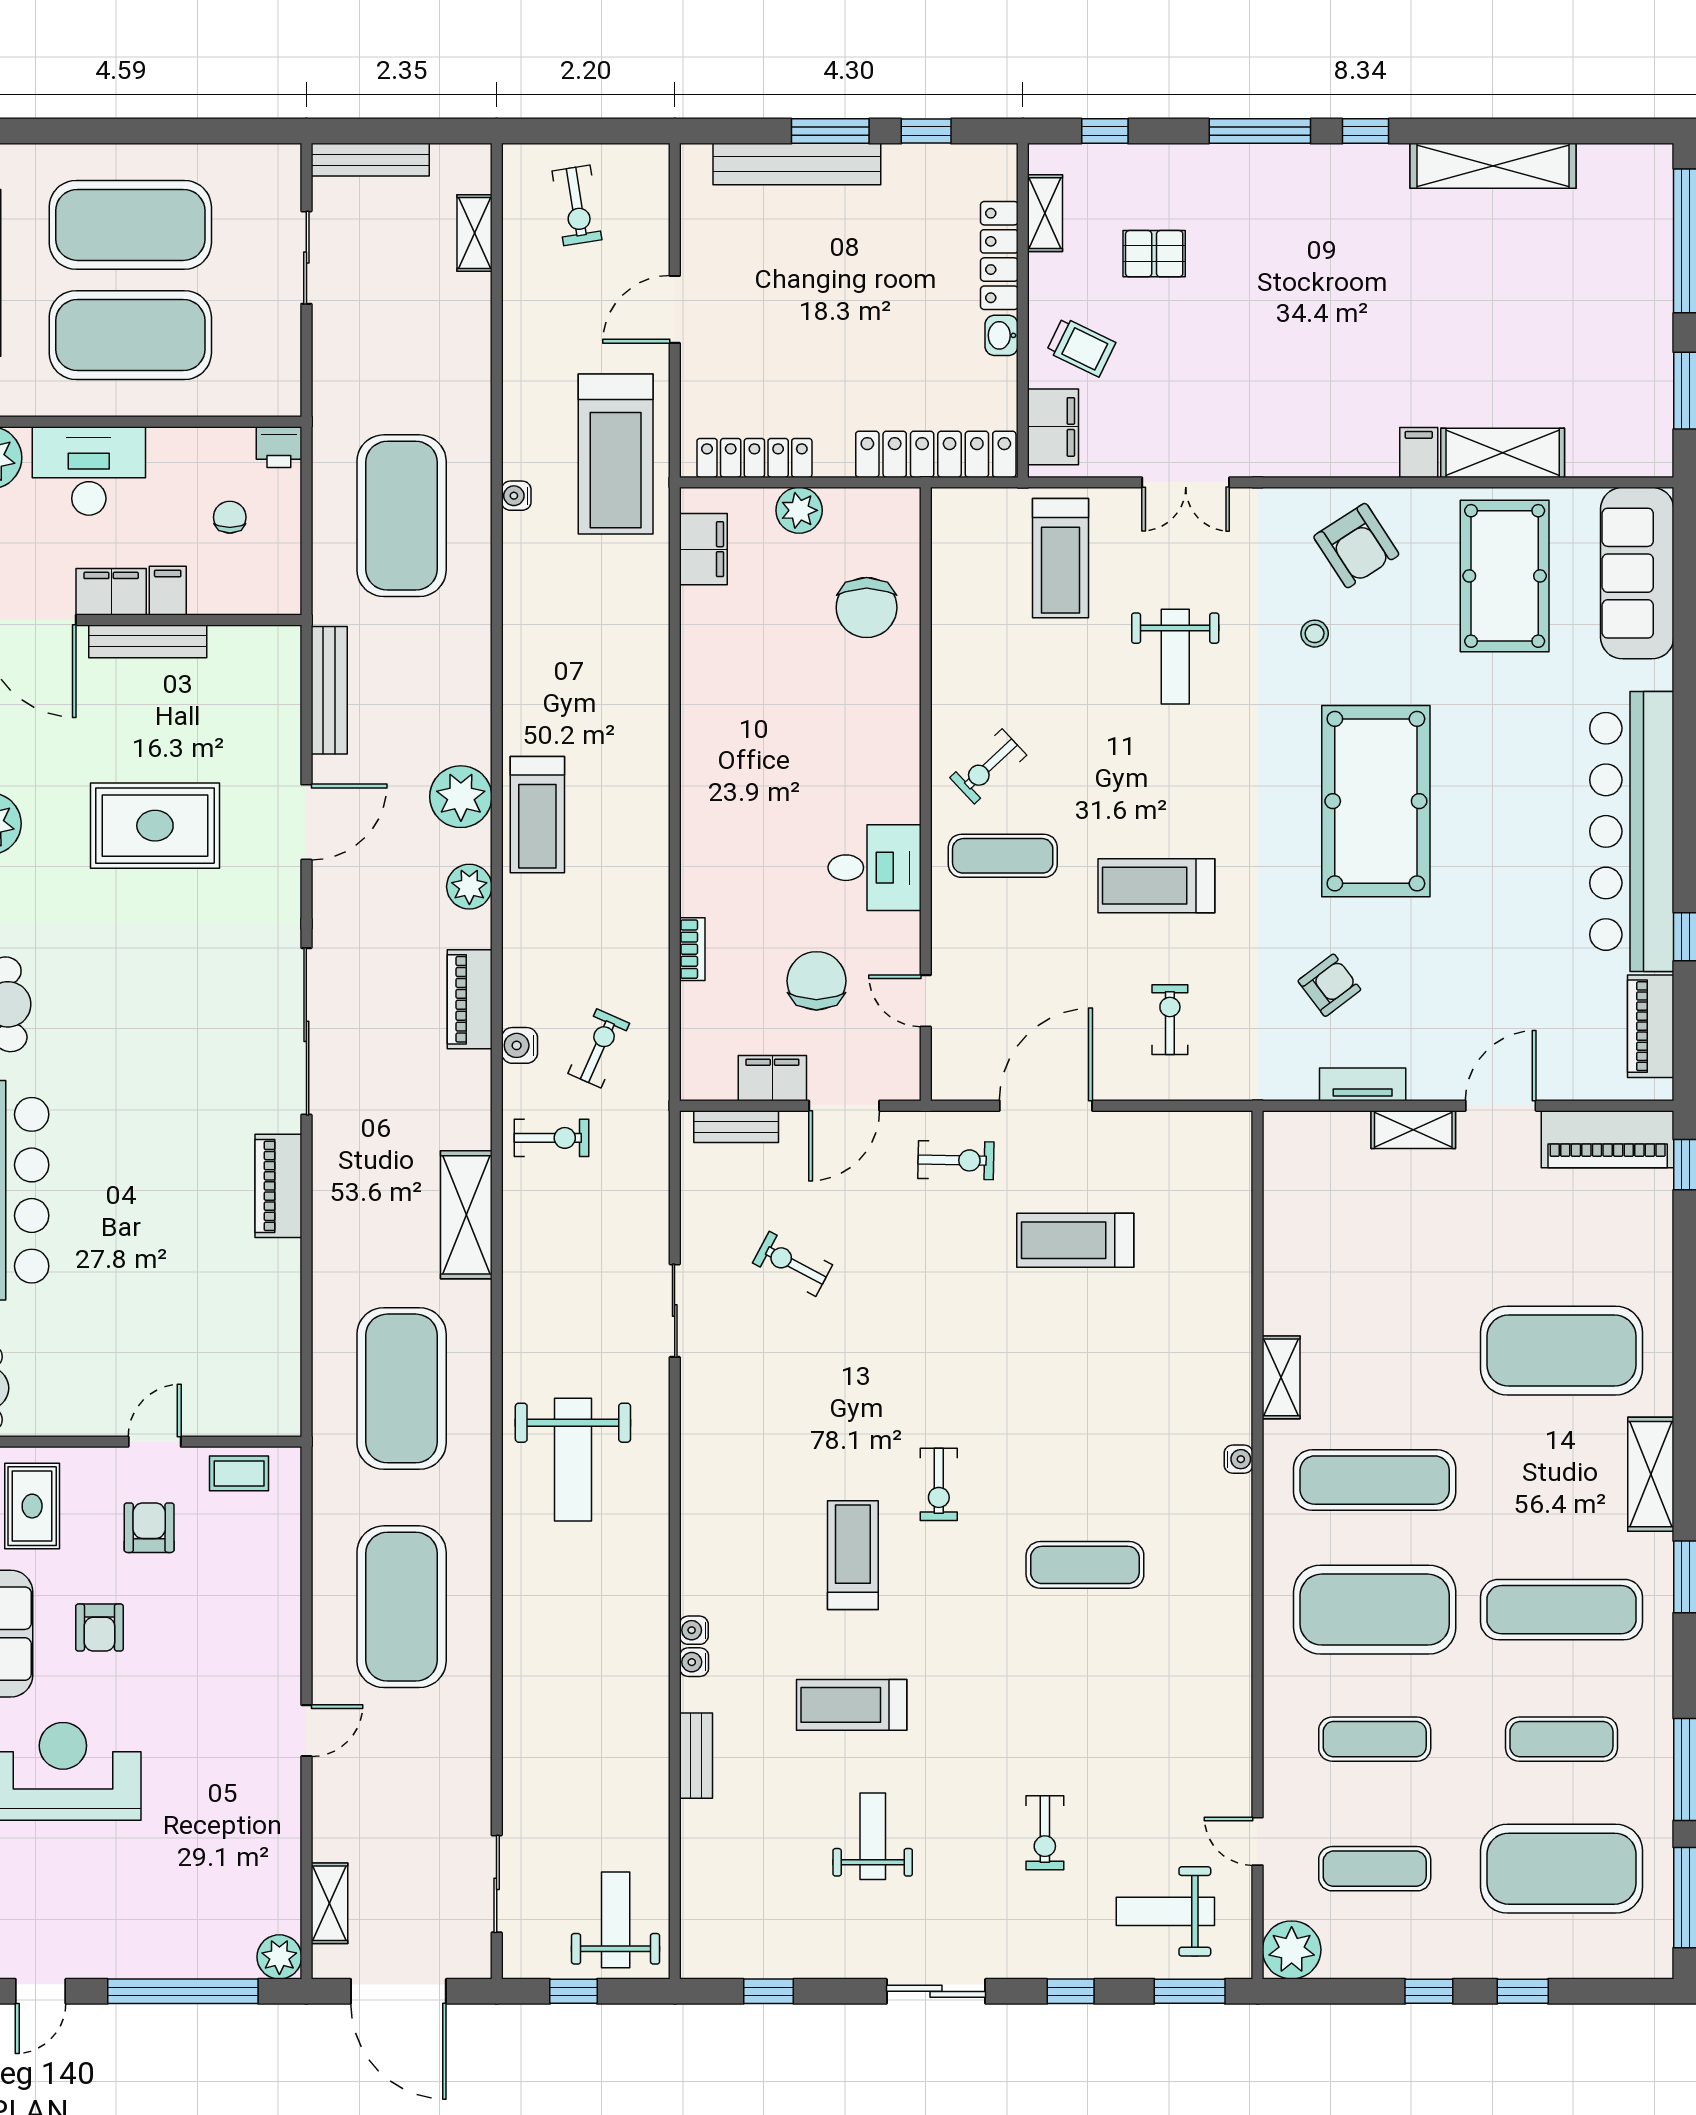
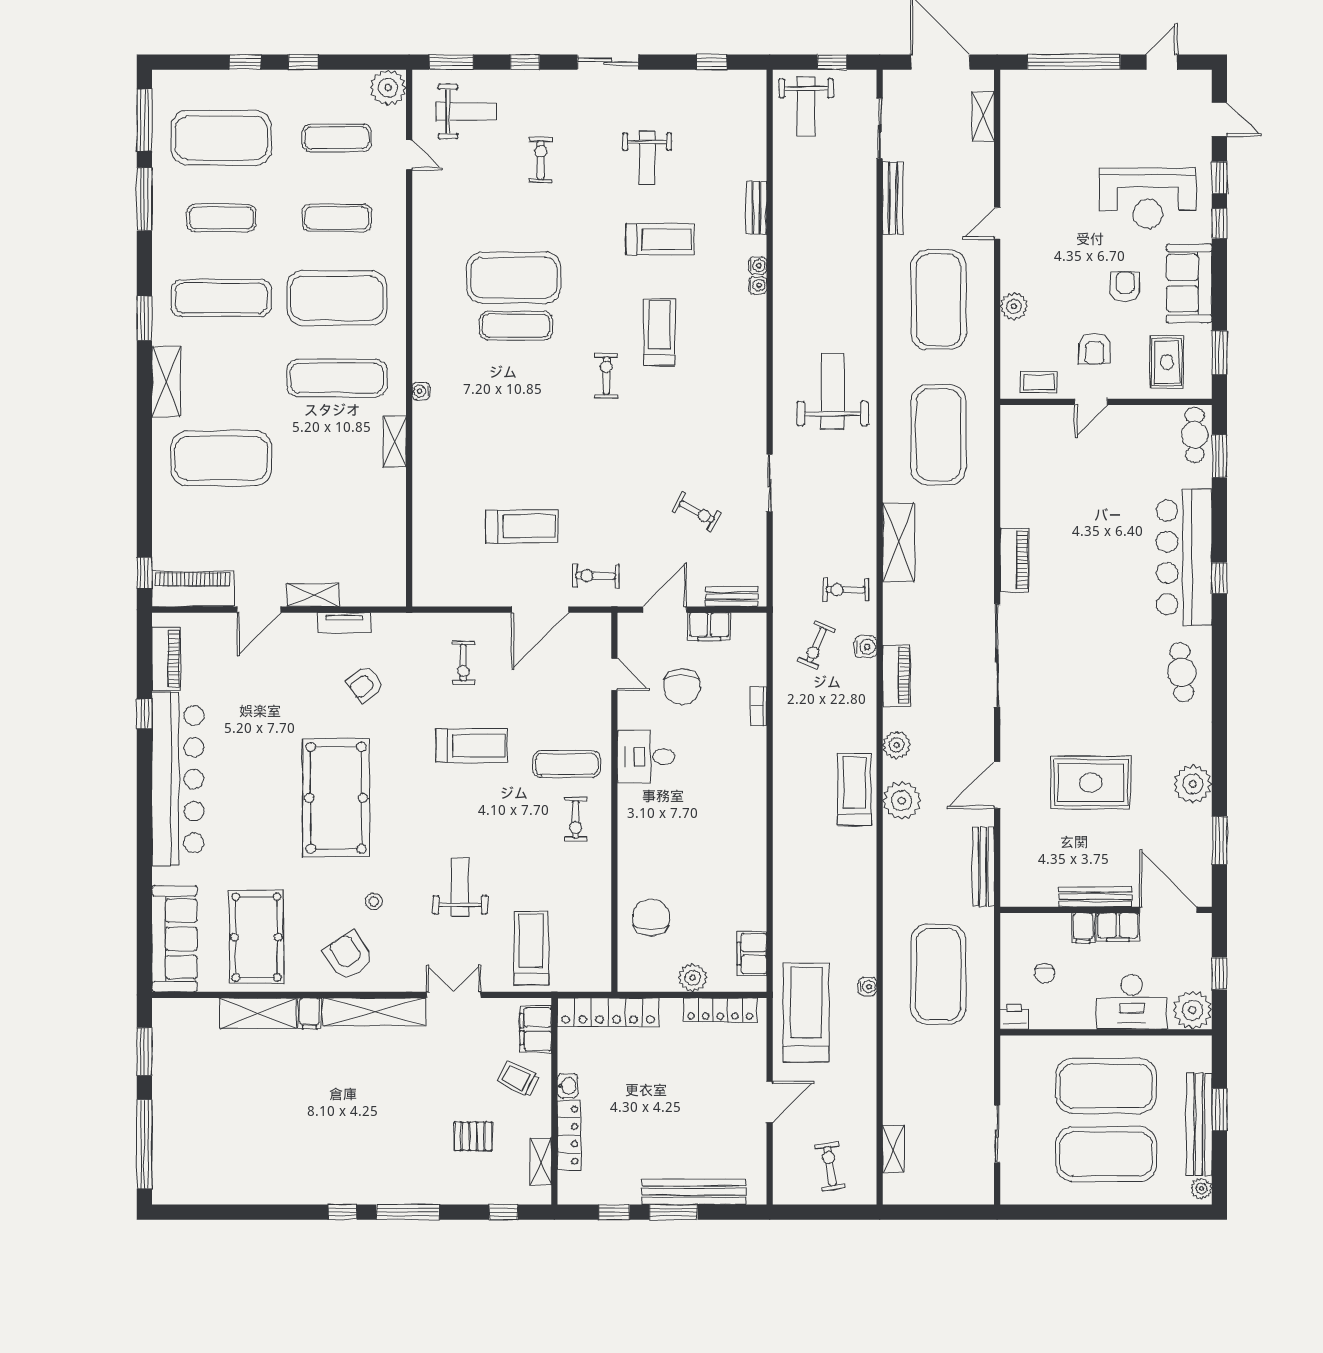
bench: (370, 160) -> (893, 198), moved, turned 90
shelving: (1493, 166) -> (374, 1012), moved
exercise bike: (988, 766) -> (576, 819), turned 133
treadmill: (853, 1555) -> (659, 332), turned 180
exercise mat: (1088, 1643) -> (514, 278), added
plant: (279, 1957) -> (1014, 306), moved

